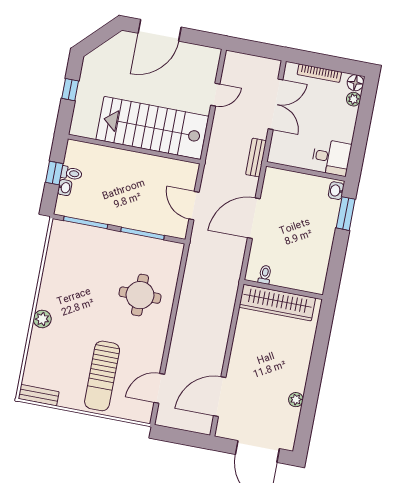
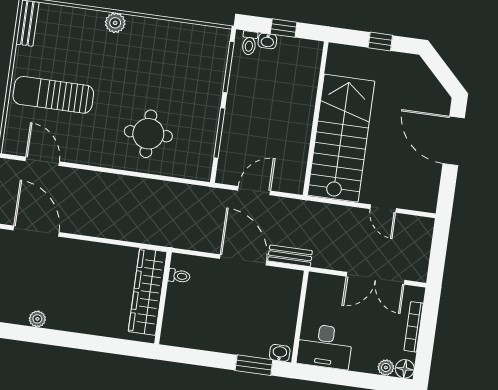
desk: (331, 157) -> (325, 346), width x1.37
bench: (256, 158) -> (290, 256), moved
toilet: (71, 173) -> (249, 43), moved

